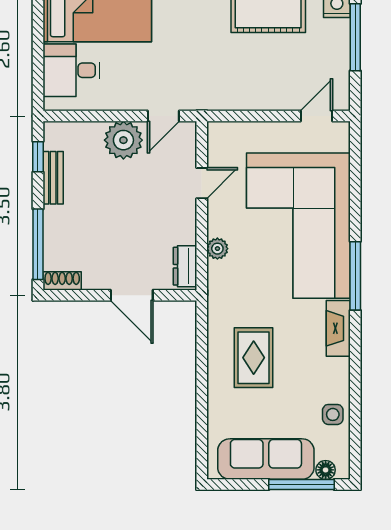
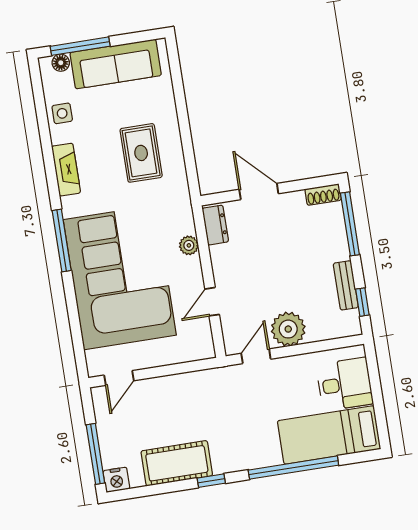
fireplace: (338, 328) -> (66, 170), moved

